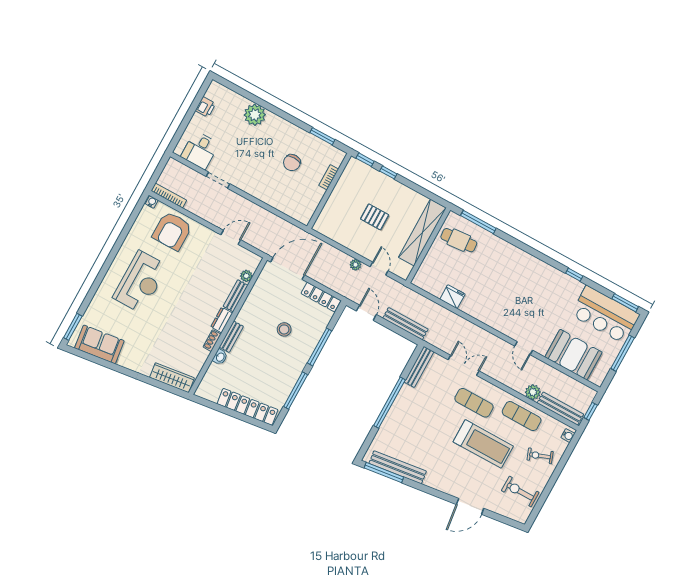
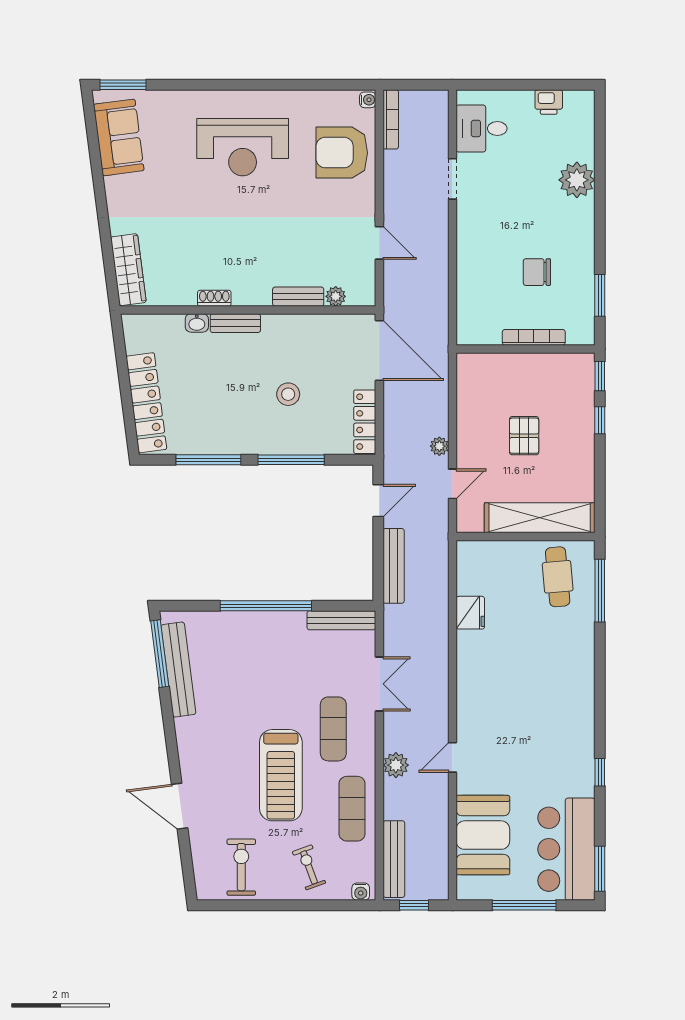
bookcase: (329, 177) -> (534, 337), width x1.56
dresser: (222, 320) -> (252, 296), removed
plant: (533, 392) -> (396, 765), moved

